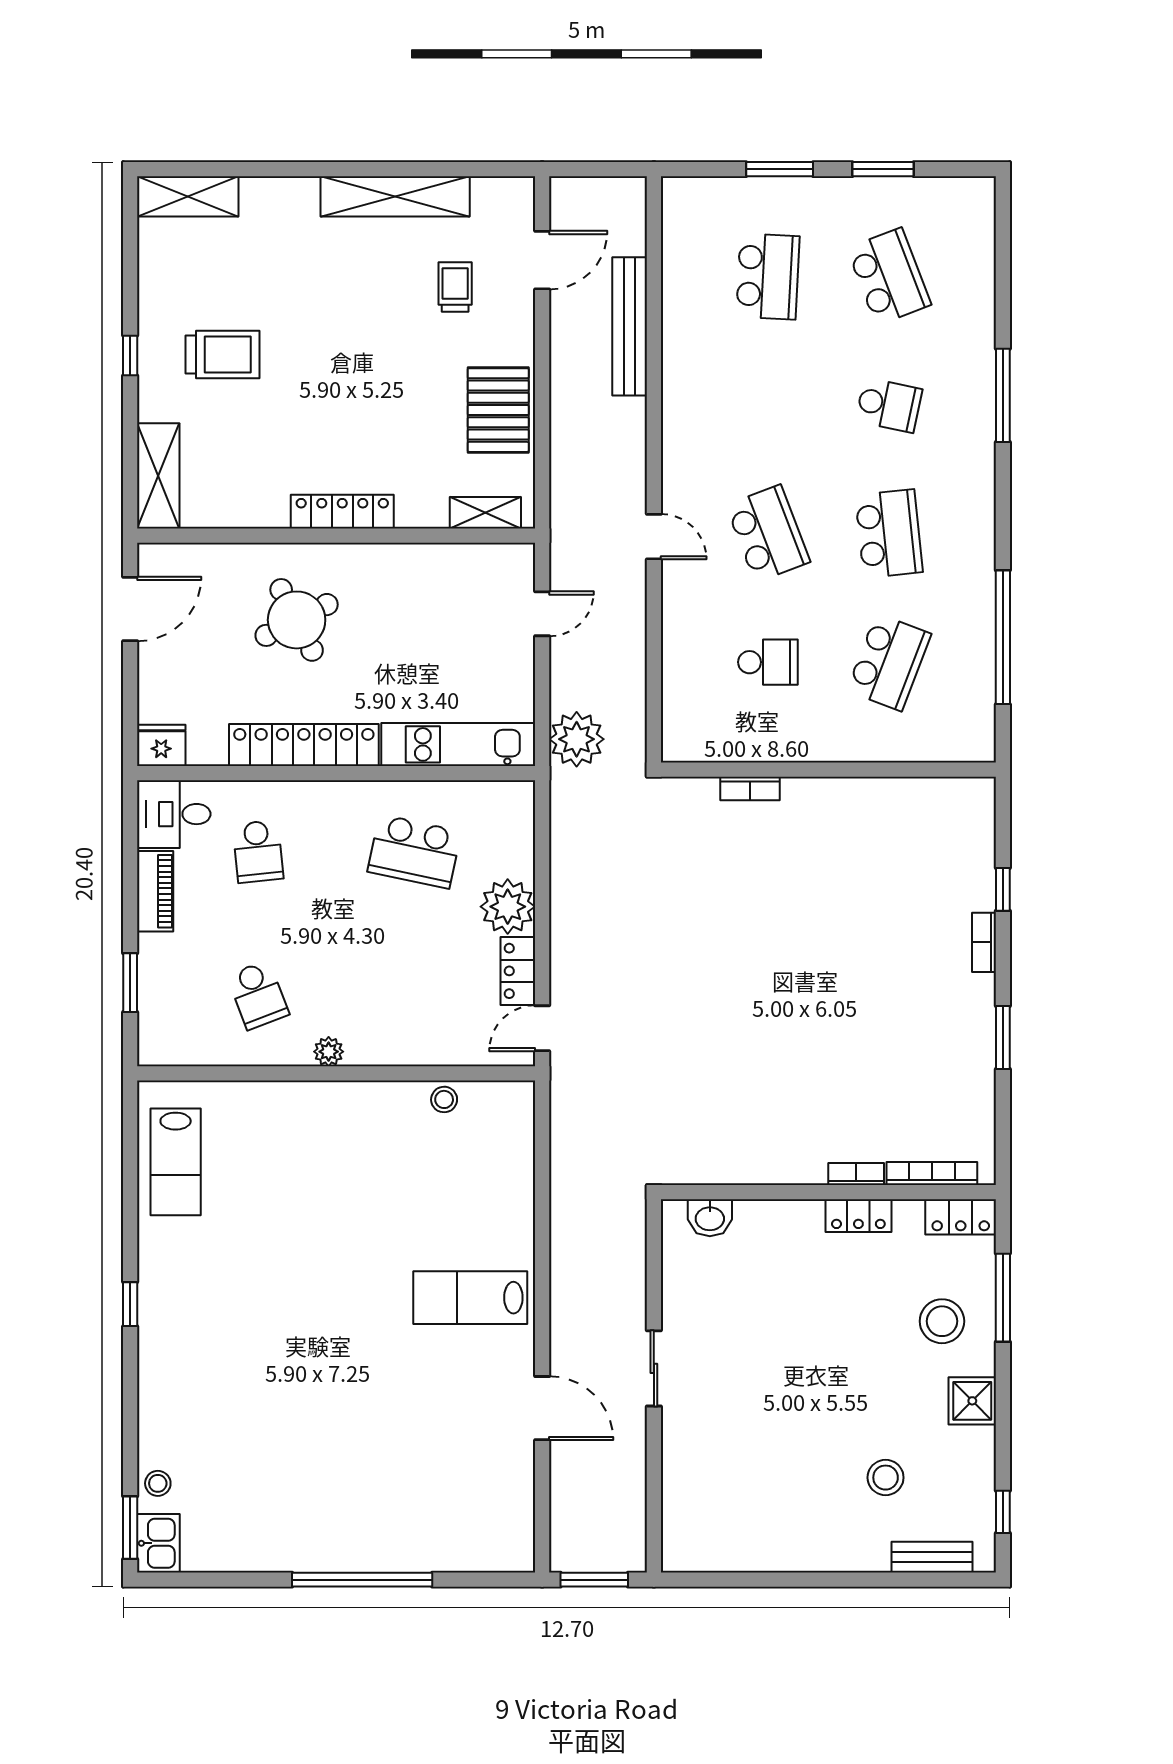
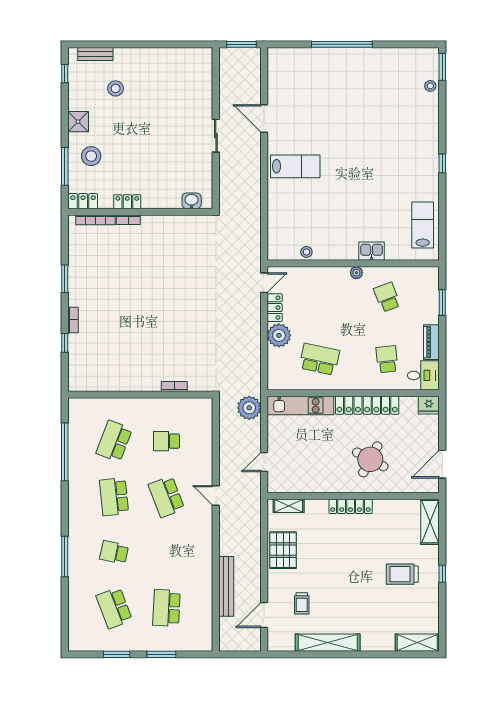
round table: (297, 620) -> (370, 459), turned -35
kitchen sink: (158, 1543) -> (372, 251), moved, turned 90

